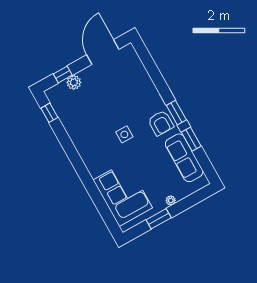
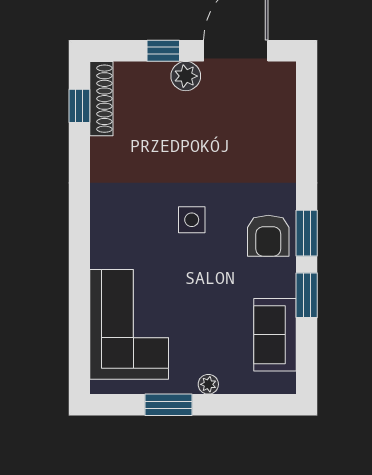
window: (63, 74) -> (163, 51), moved
plant: (74, 82) -> (186, 76), moved
shoe rack: (57, 104) -> (101, 99), added
sofa: (184, 158) -> (275, 335), width x0.73

